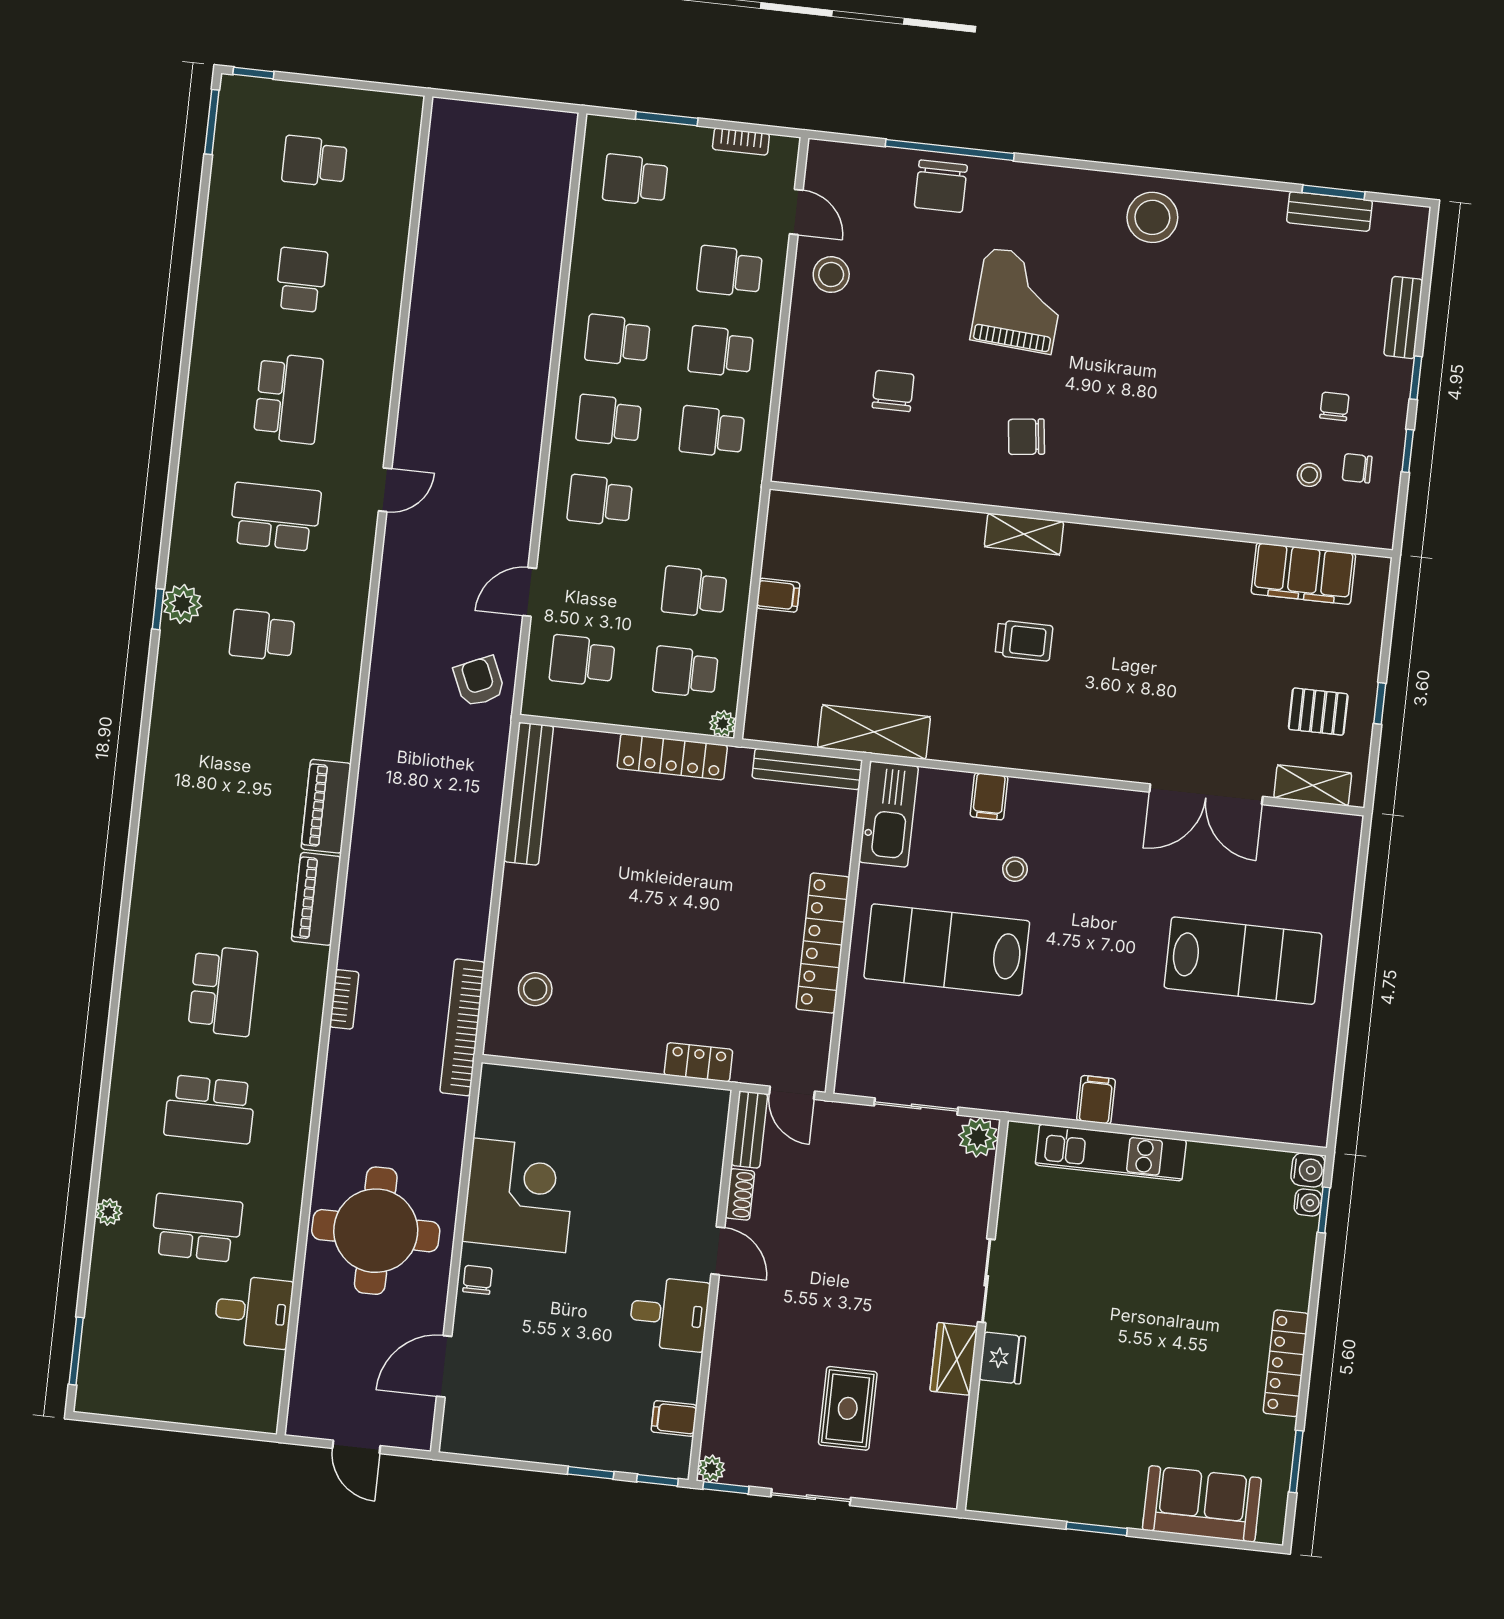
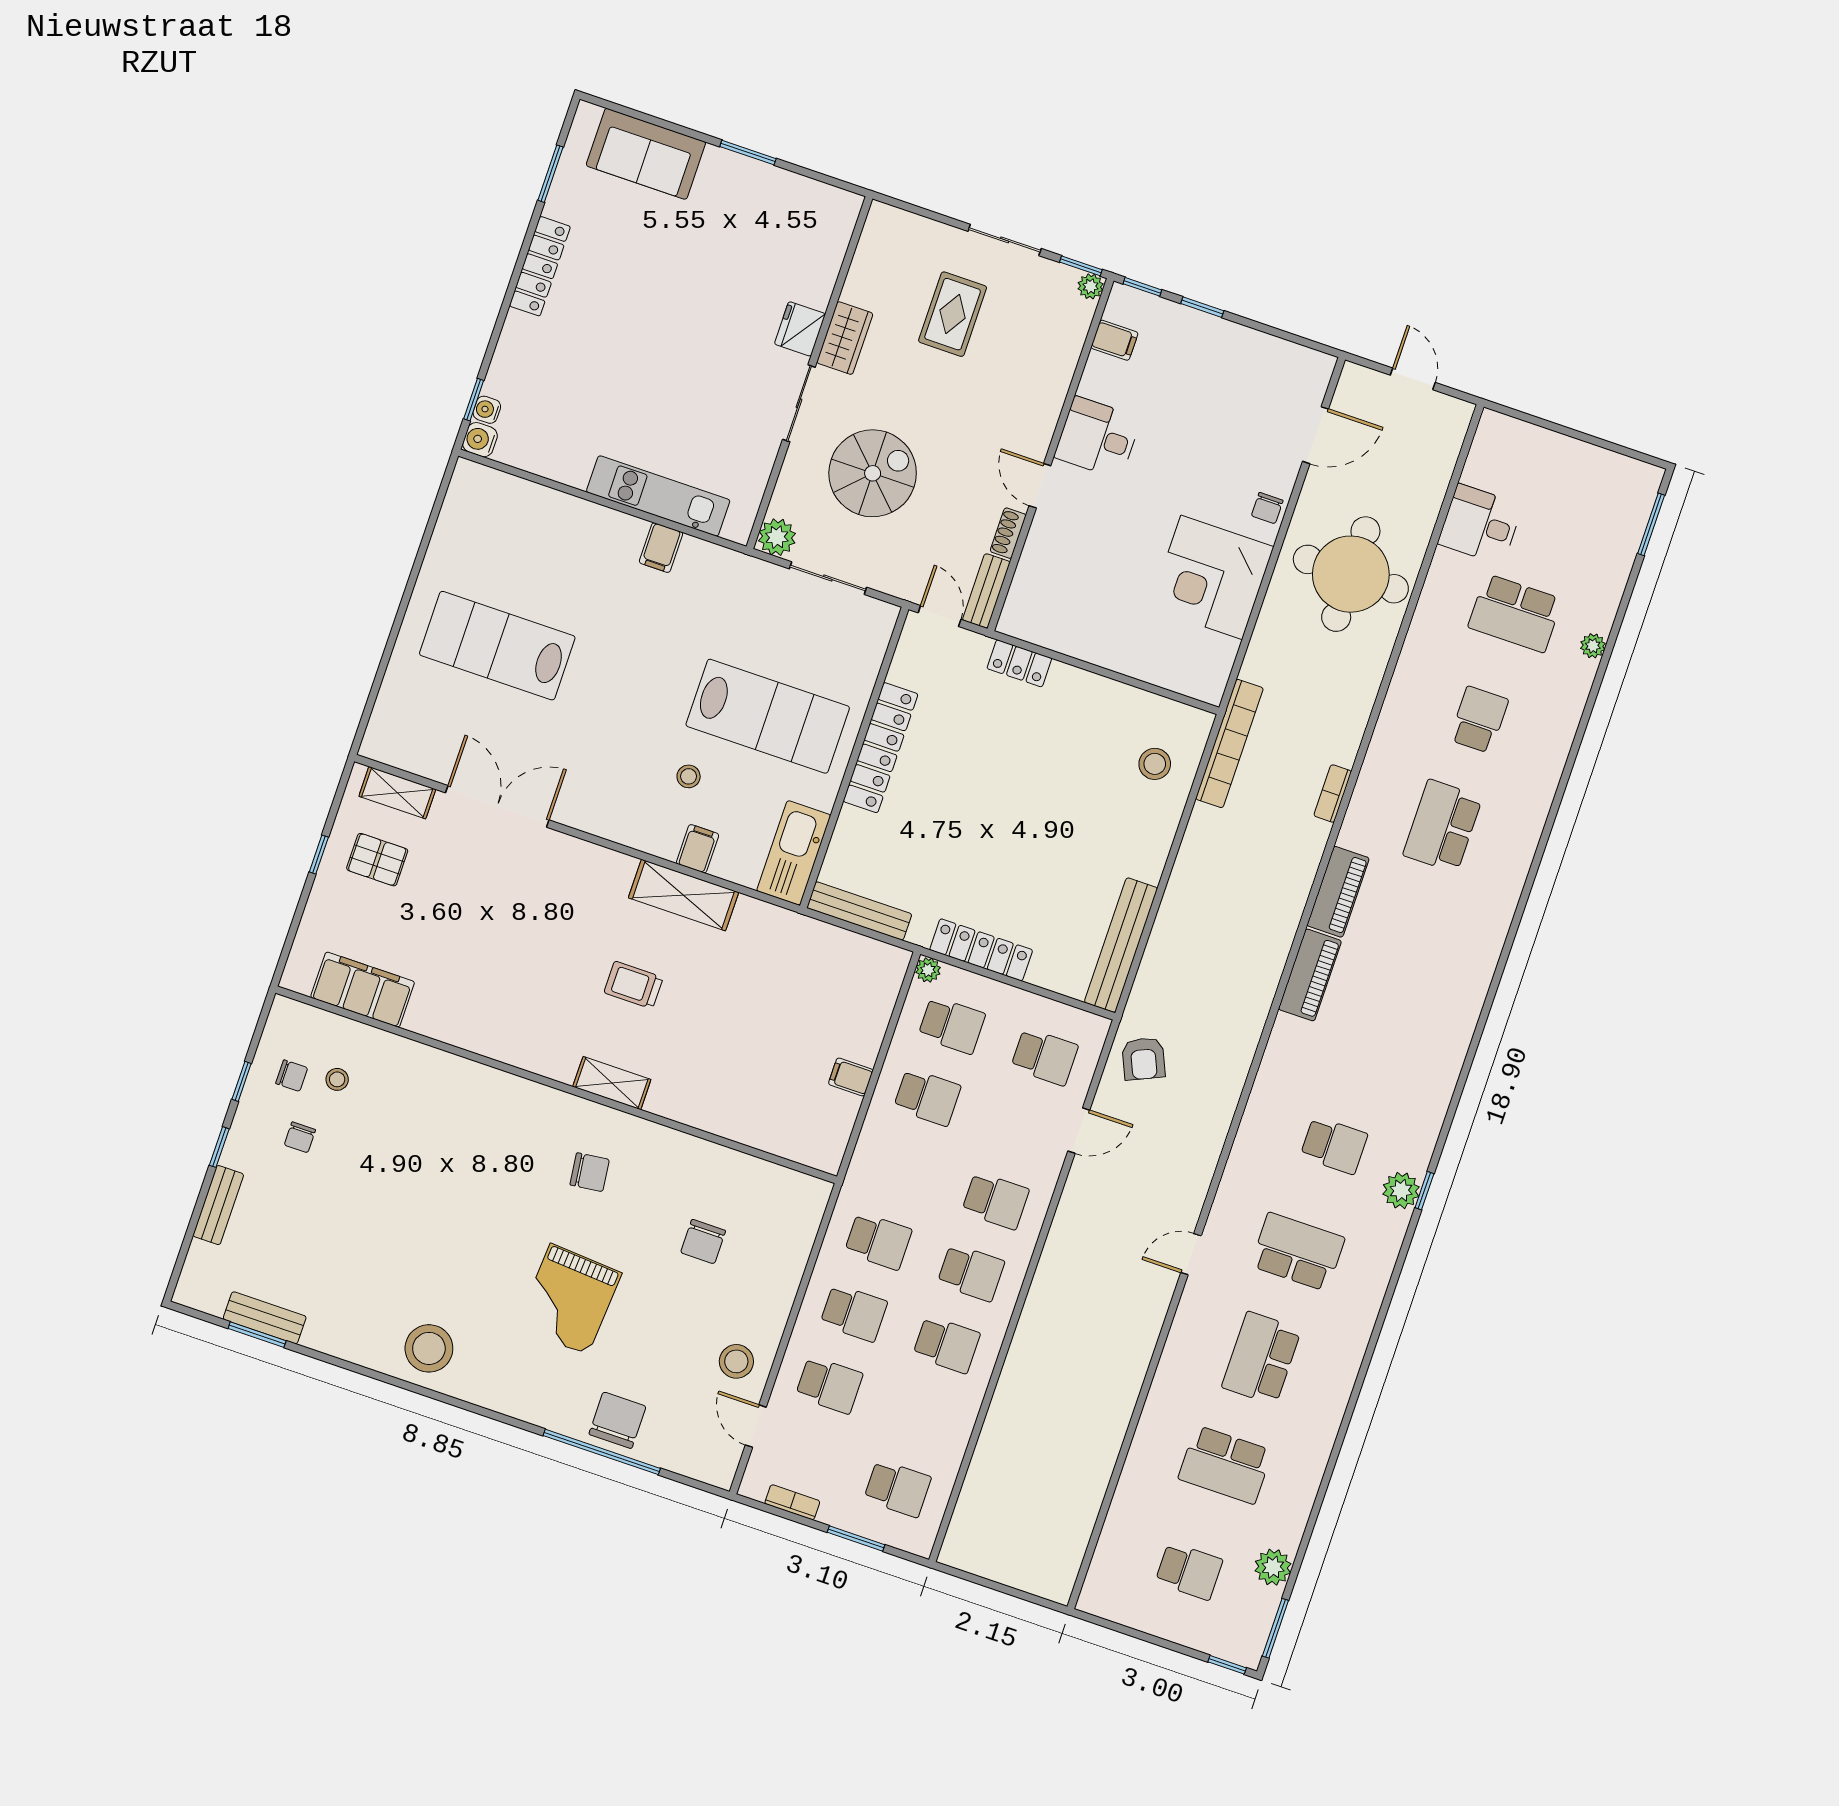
plant: (228, 185) -> (1273, 1567), added
school desk: (301, 280) -> (1225, 1465), width x1.85
school desk: (275, 517) -> (1298, 1252), turned 180
shelving: (874, 732) -> (683, 895), moved
school desk: (210, 1109) -> (1479, 720), width x0.54
spiral stairs: (894, 1225) -> (873, 473), added

